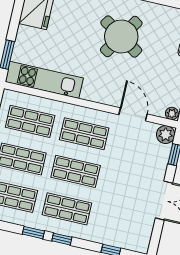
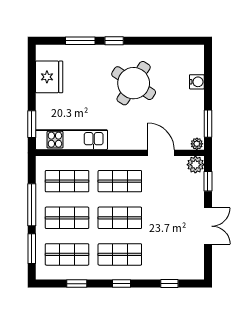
window: (33, 233) -> (77, 284), moved

